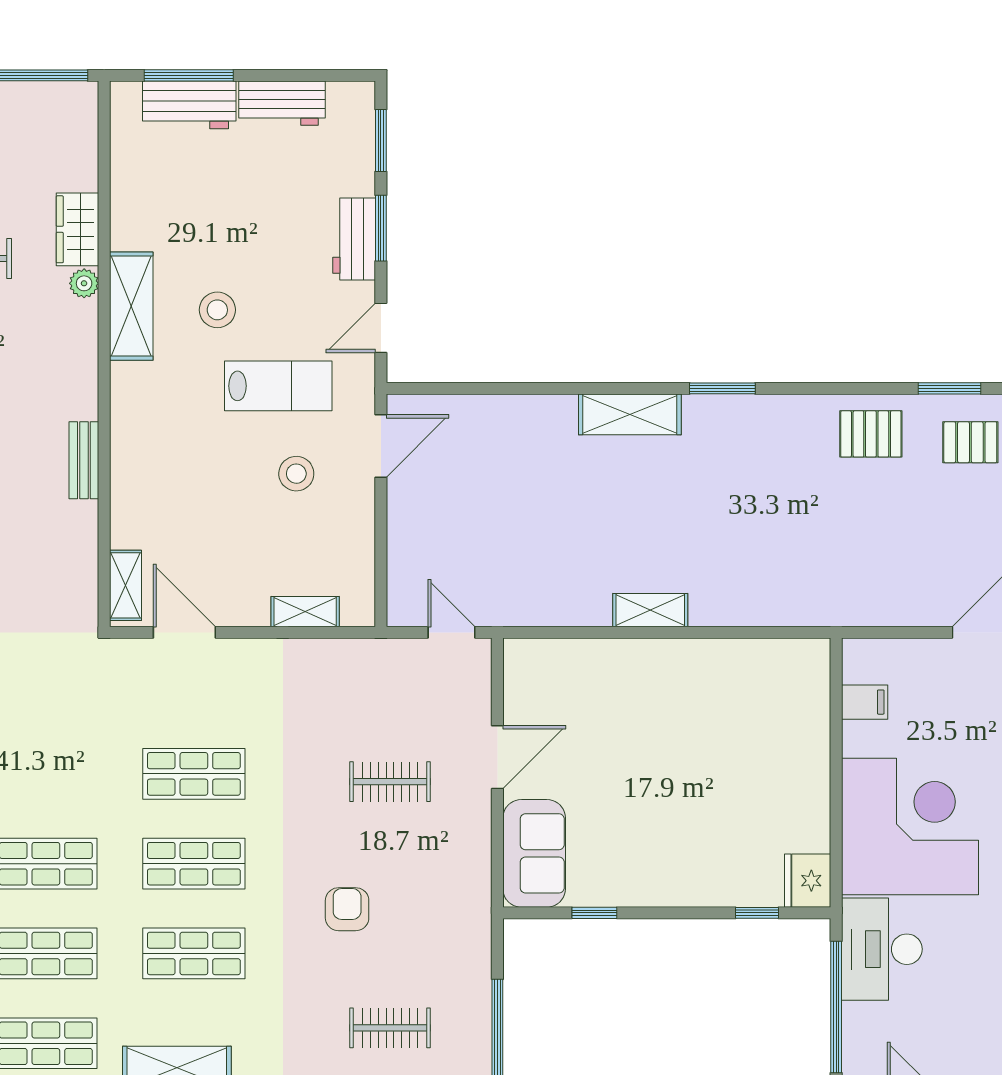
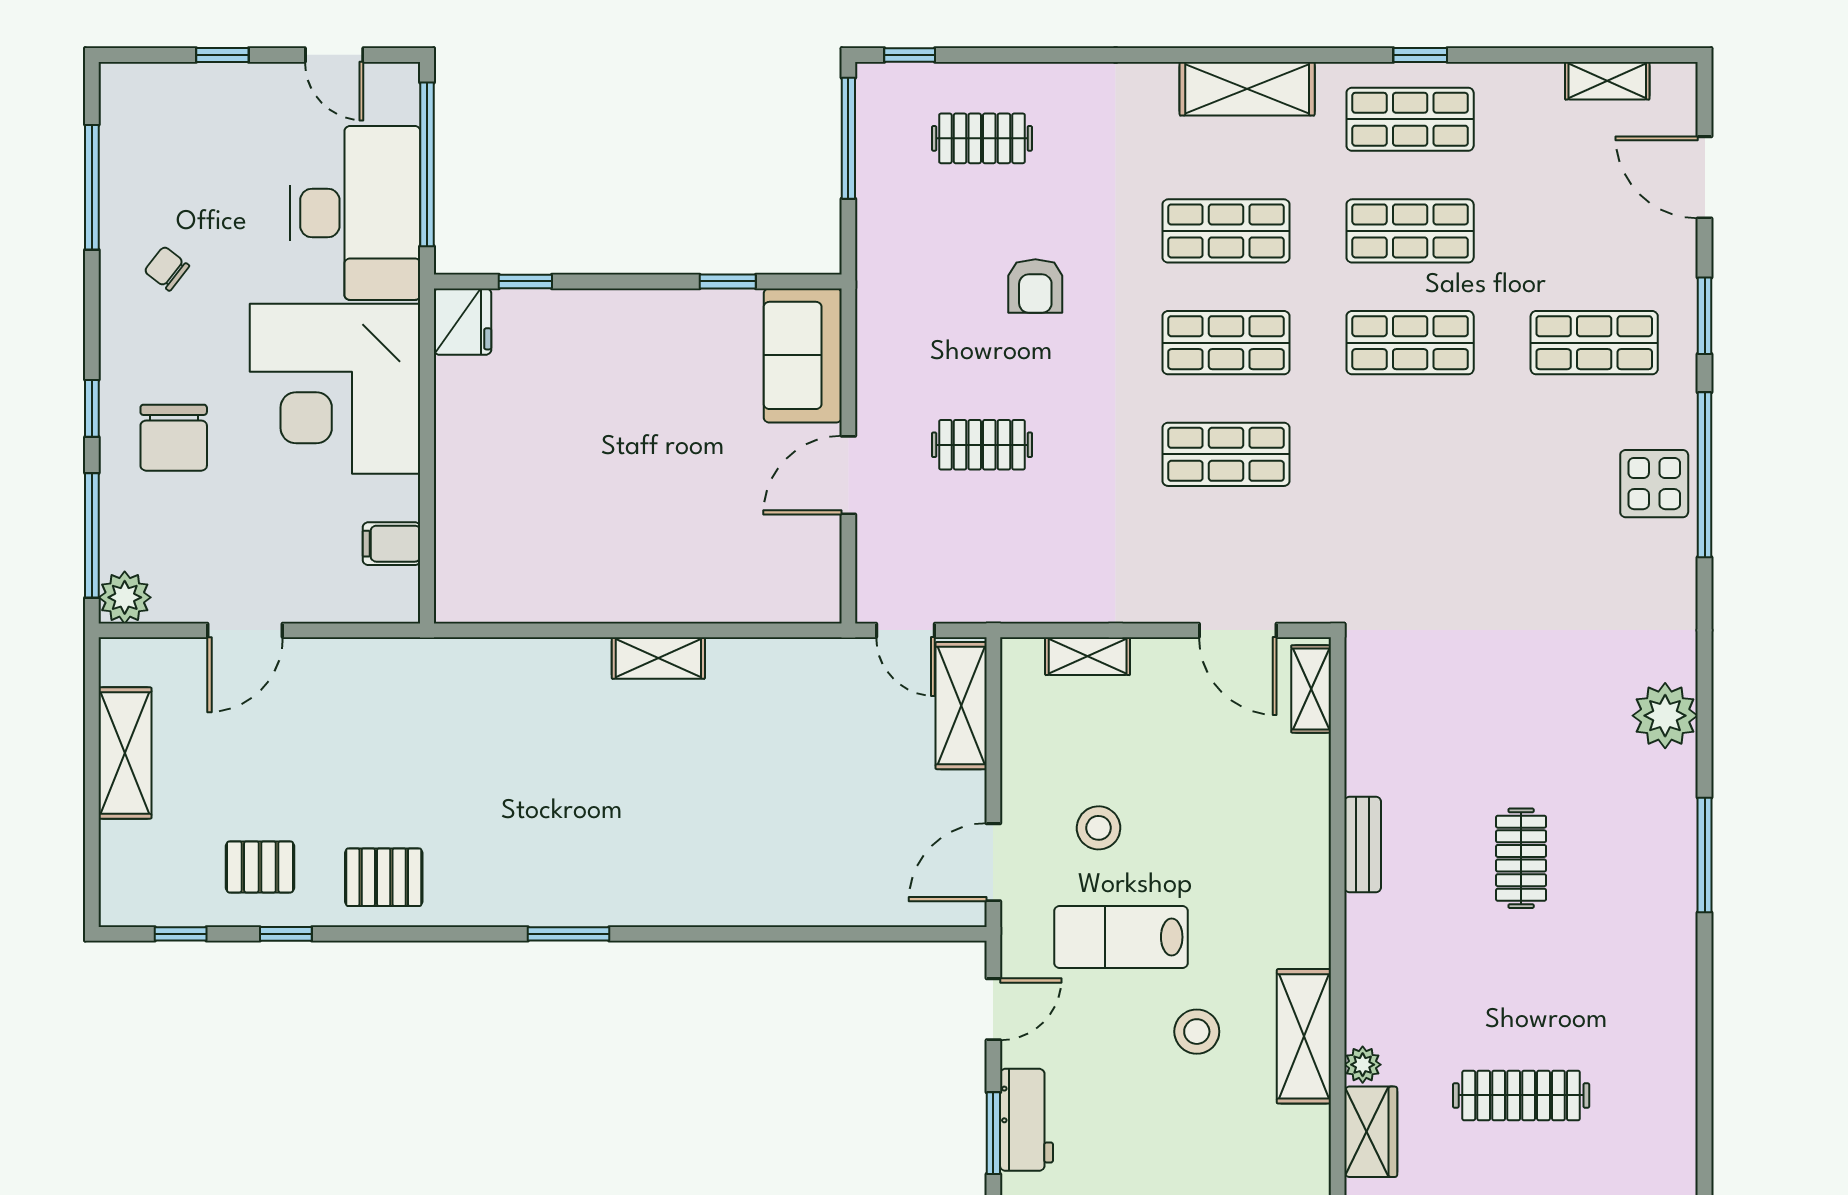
window: (950, 388) -> (286, 934), width x0.67
shelving: (630, 414) -> (961, 706), moved, turned 90
desk: (882, 949) -> (355, 213), width x1.36, depth x1.30

